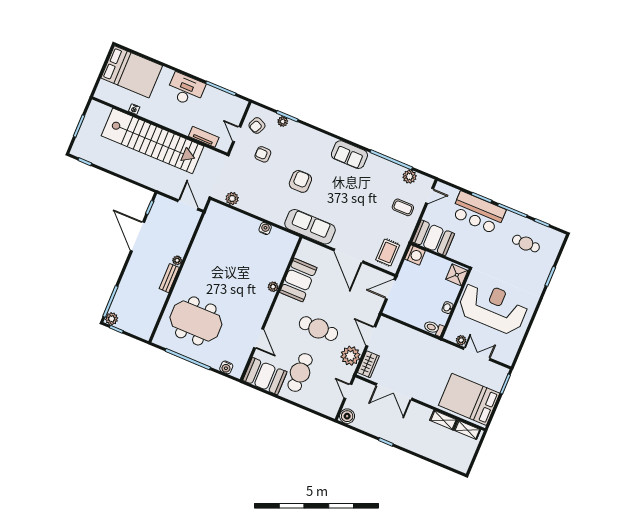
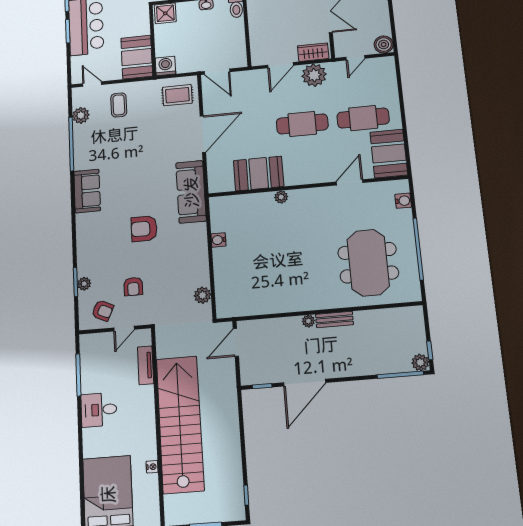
desk: (186, 90) -> (99, 410), width x0.73
cafe table: (318, 329) -> (302, 124), turned 90

